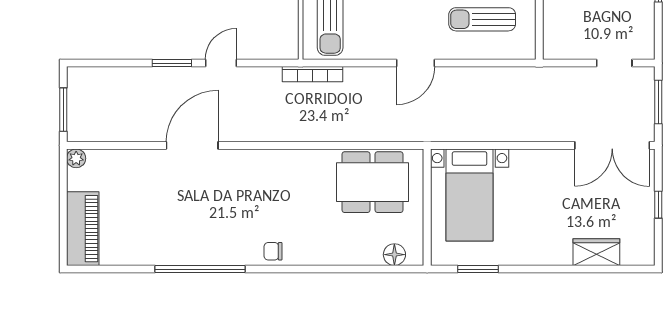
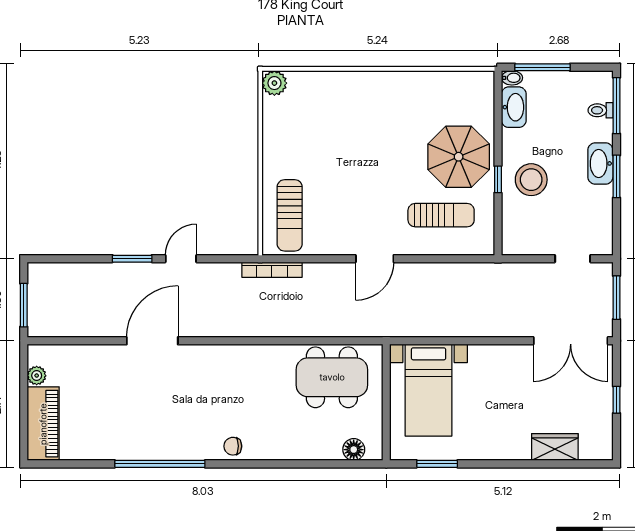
sun lounger: (482, 19) -> (441, 215), turned 180
plant: (76, 158) -> (37, 376), moved

